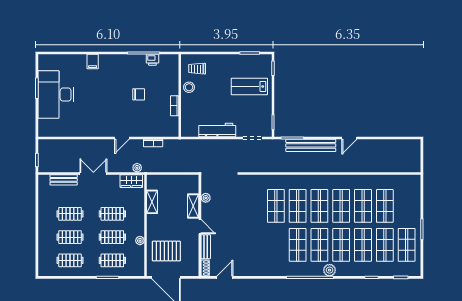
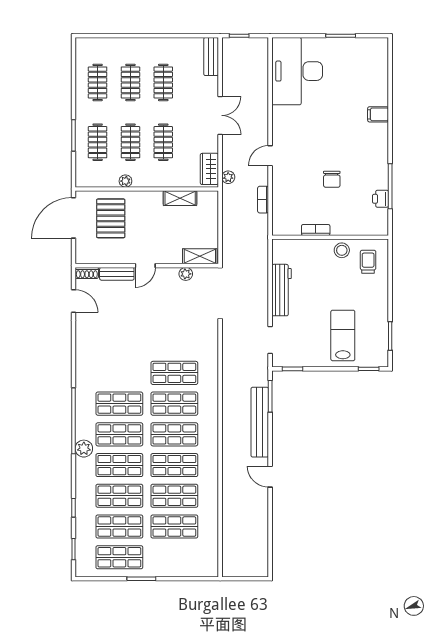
desk: (56, 95) -> (297, 71), moved, turned -90
door: (122, 138) -> (270, 156), hinge flipped
bench: (64, 180) -> (211, 57), moved
shelving: (193, 206) -> (200, 256), moved

